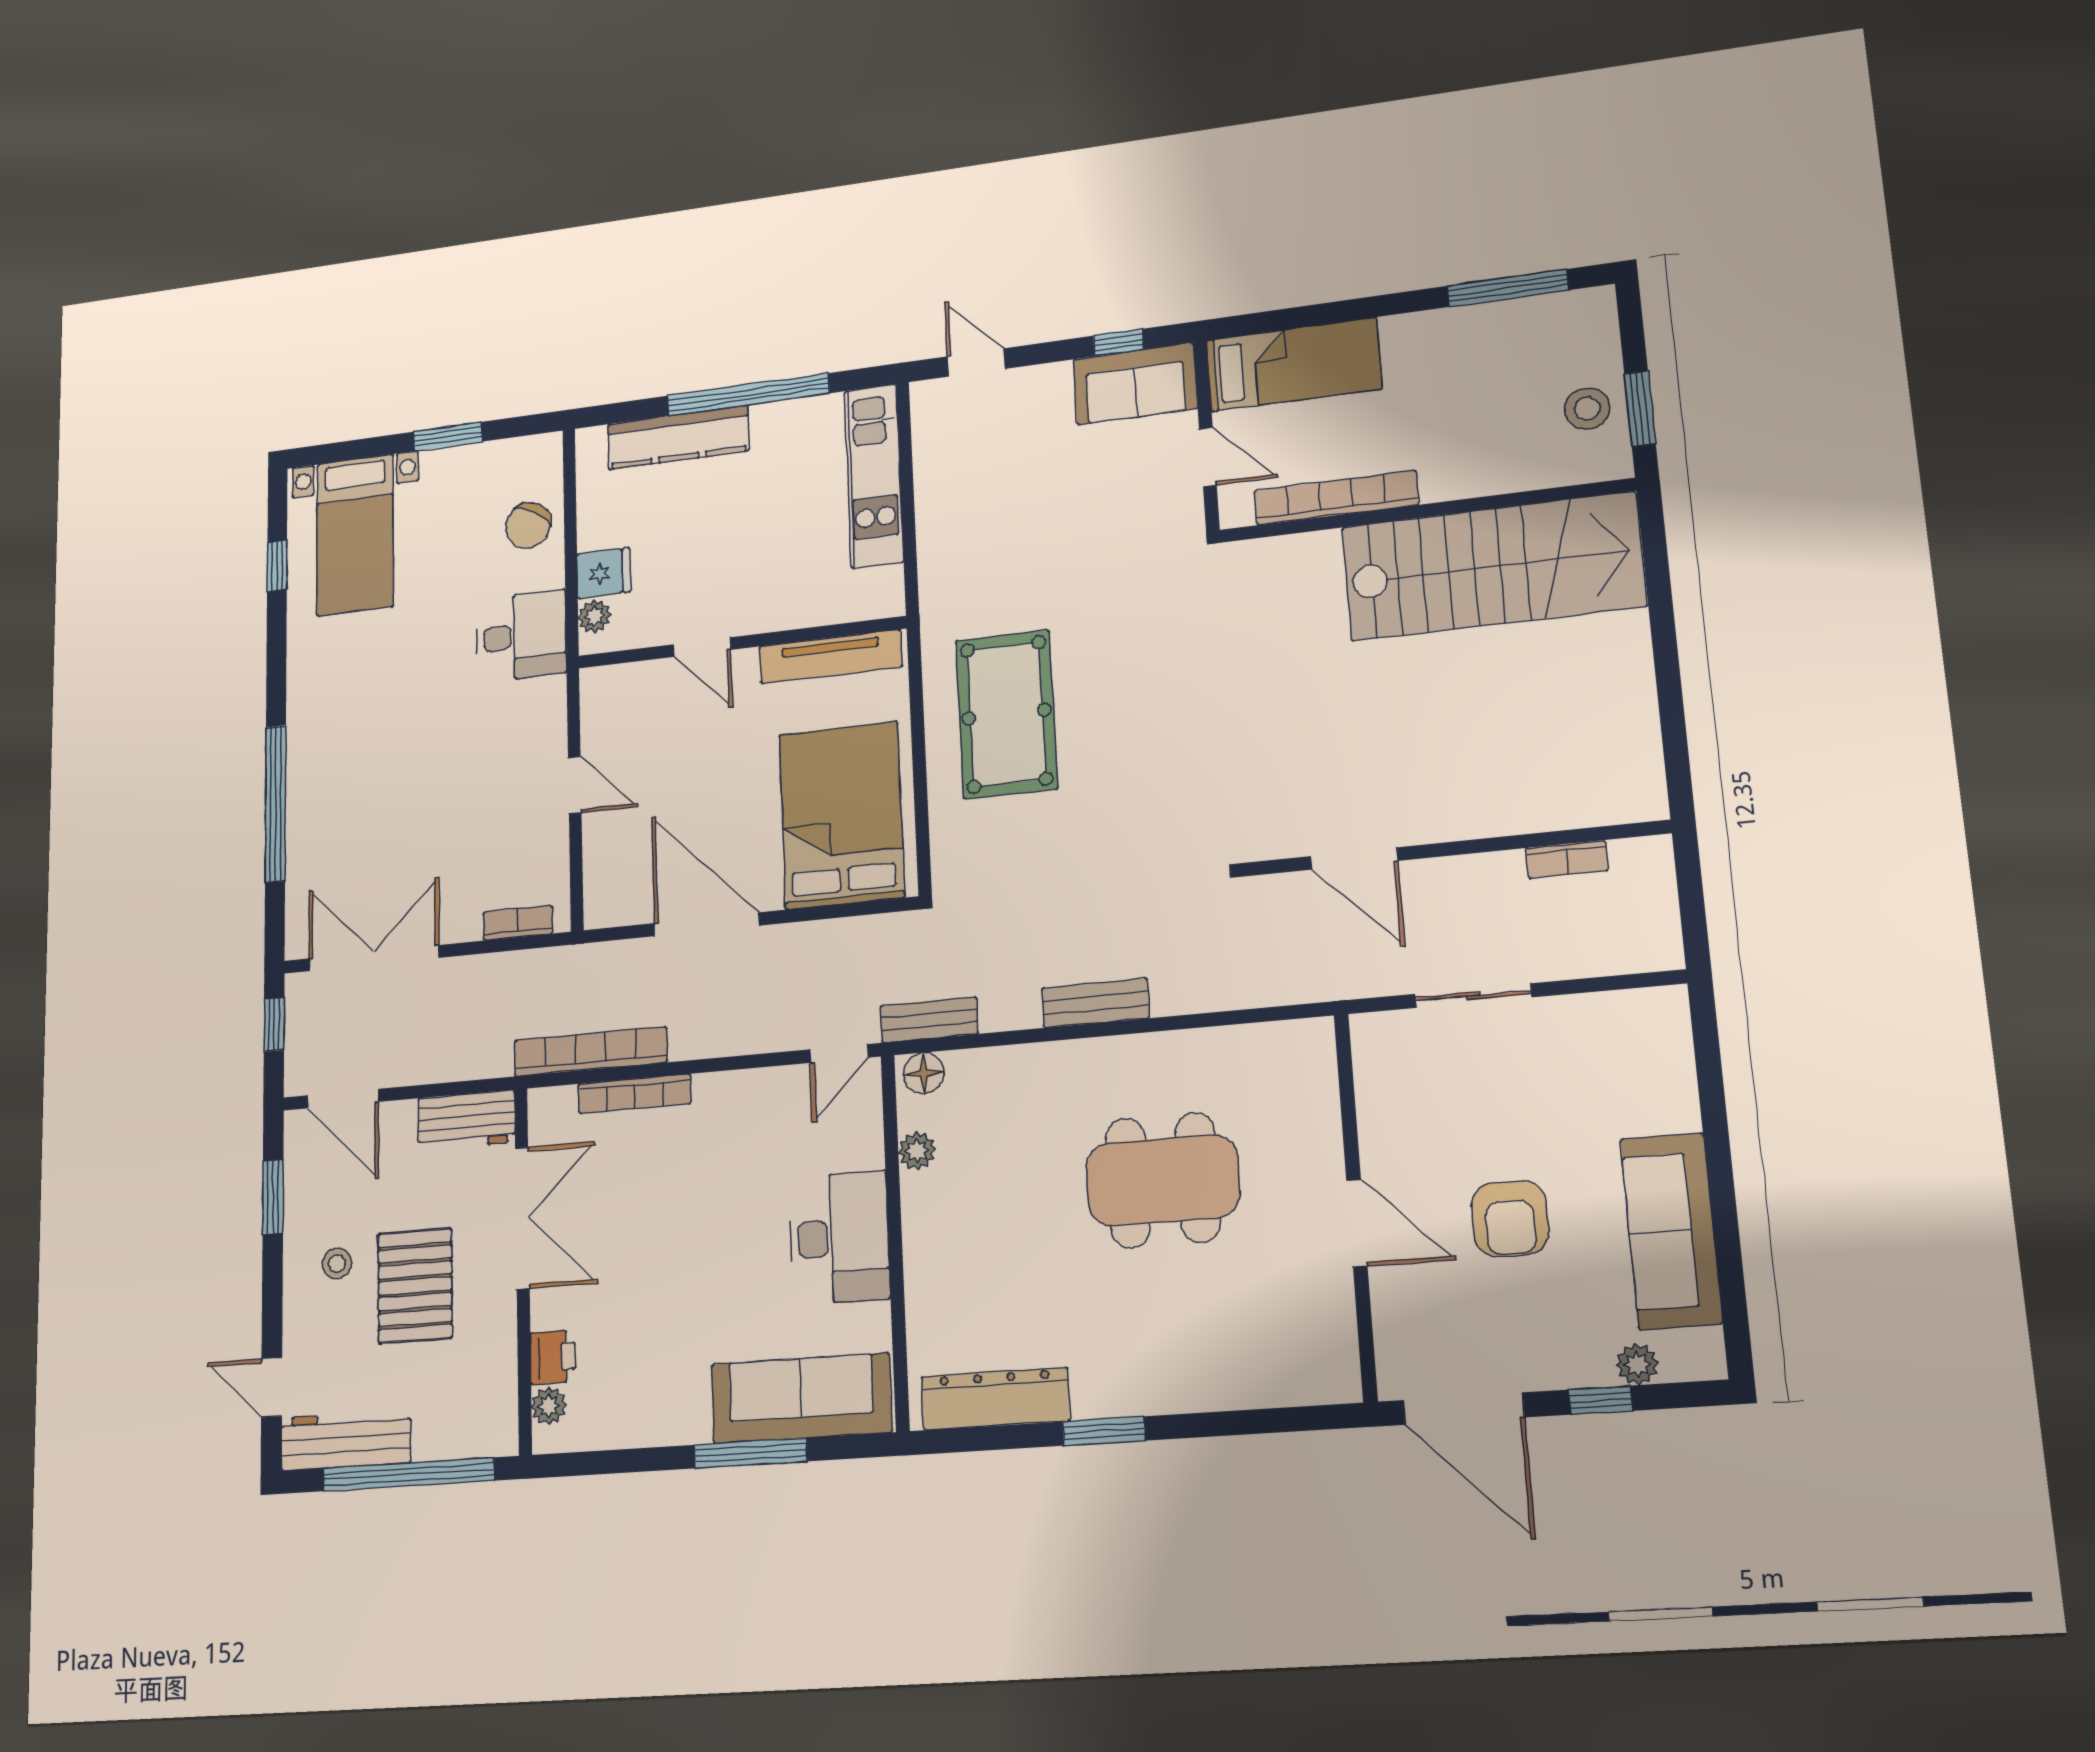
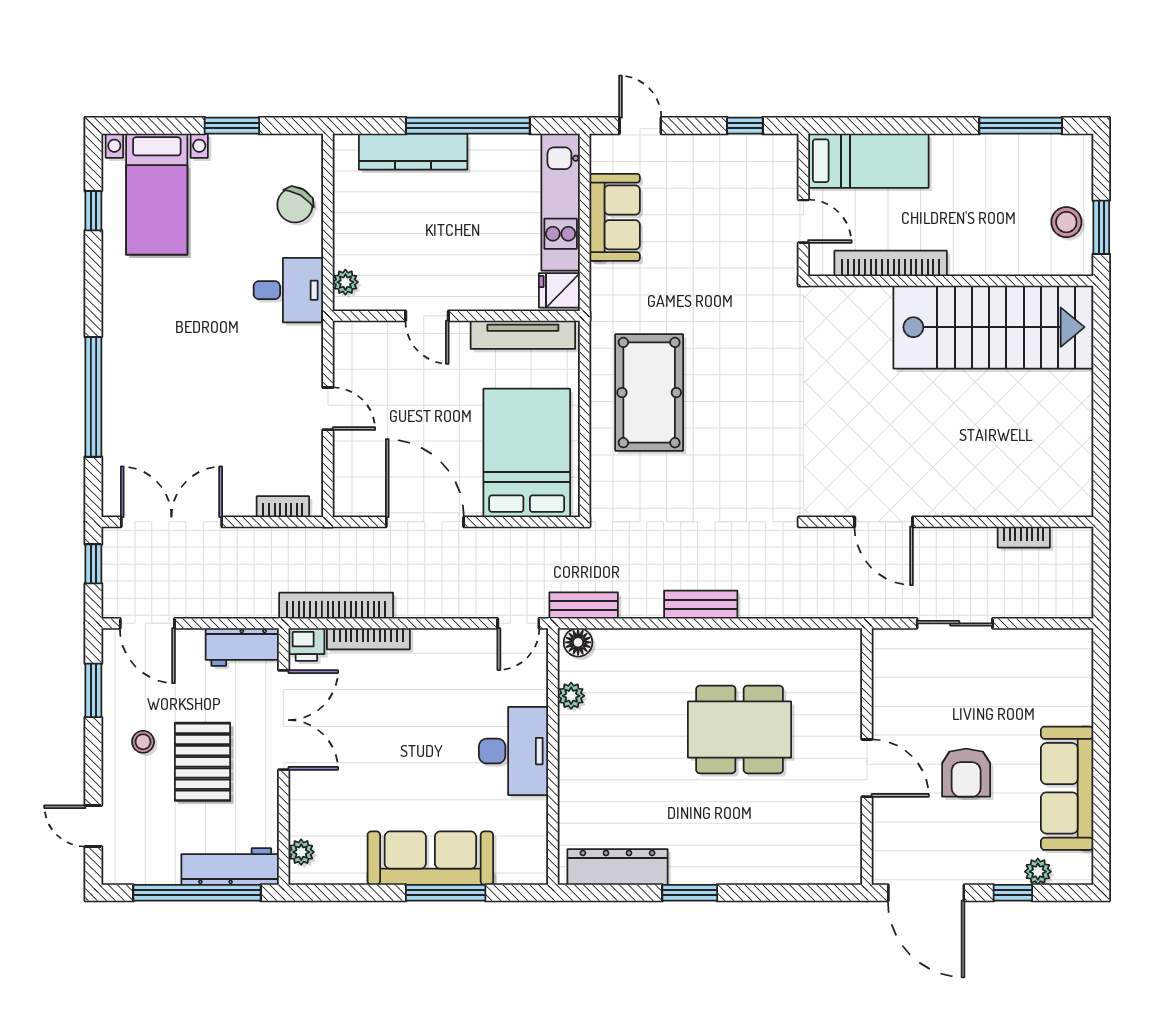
sofa: (1135, 384) -> (615, 217), moved, turned -90
fridge: (604, 573) -> (559, 290), moved, turned 180
printer: (553, 1357) -> (306, 644), moved, turned 90
sofa: (801, 1398) -> (430, 858), moved
workbench: (346, 1440) -> (230, 866), moved

